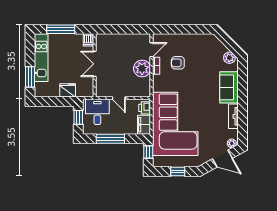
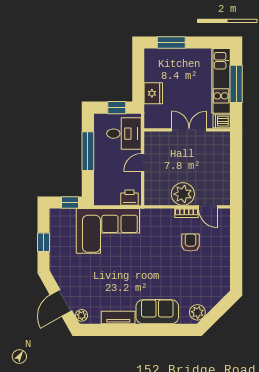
kitchen unit: (41, 58) -> (221, 81), moved, turned 90
corner sofa: (175, 124) -> (108, 231), width x0.73, depth x0.74
filing cabinet: (144, 125) -> (107, 197), removed

